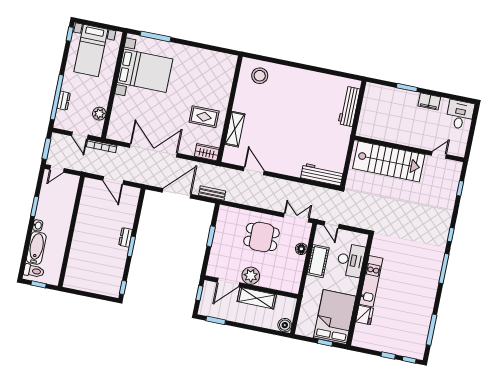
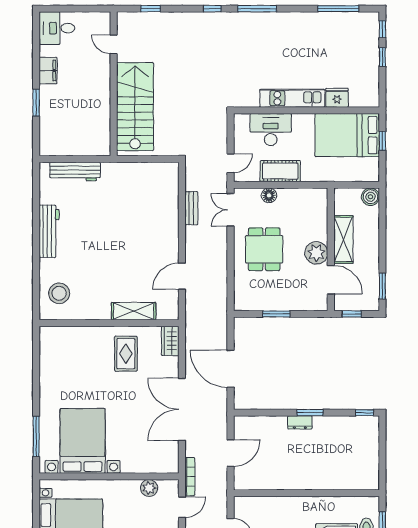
workbench: (322, 175) -> (49, 231), moved, turned 180
bench: (212, 193) -> (191, 208), moved

